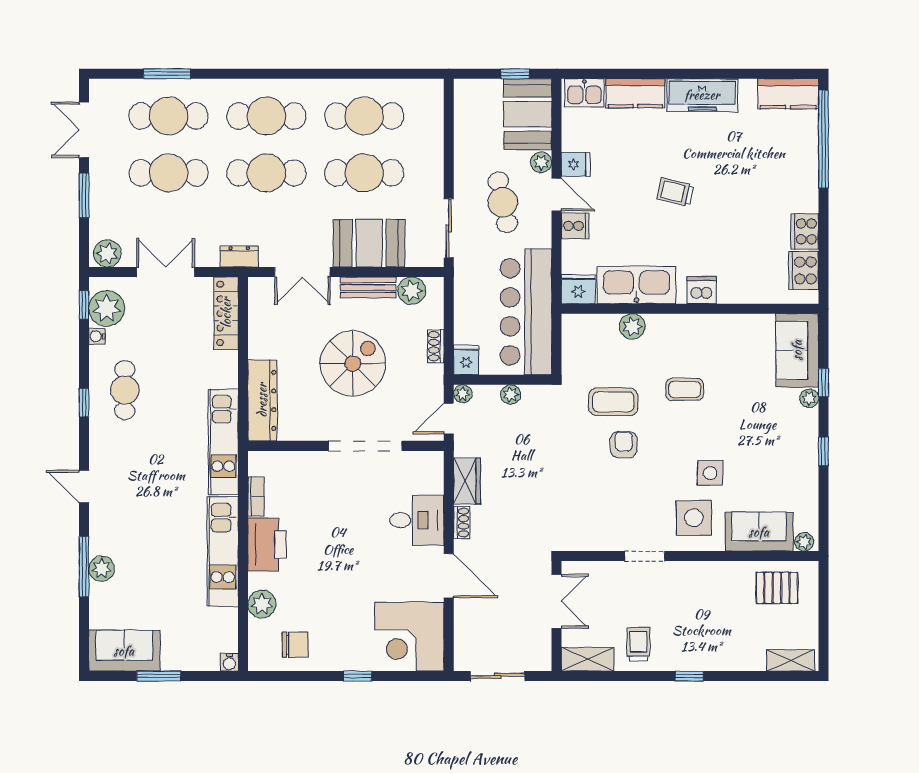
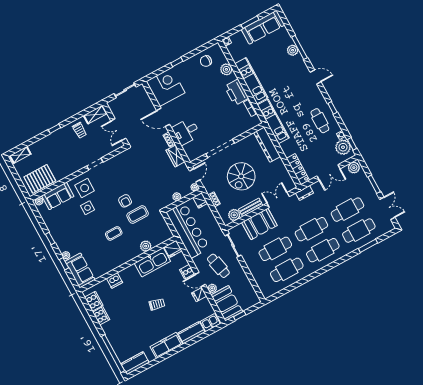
dishwasher: (702, 290) -> (115, 280), moved
pallet: (777, 588) -> (40, 179), width x1.50, depth x1.42
sofa: (124, 651) -> (263, 27), width x1.36

